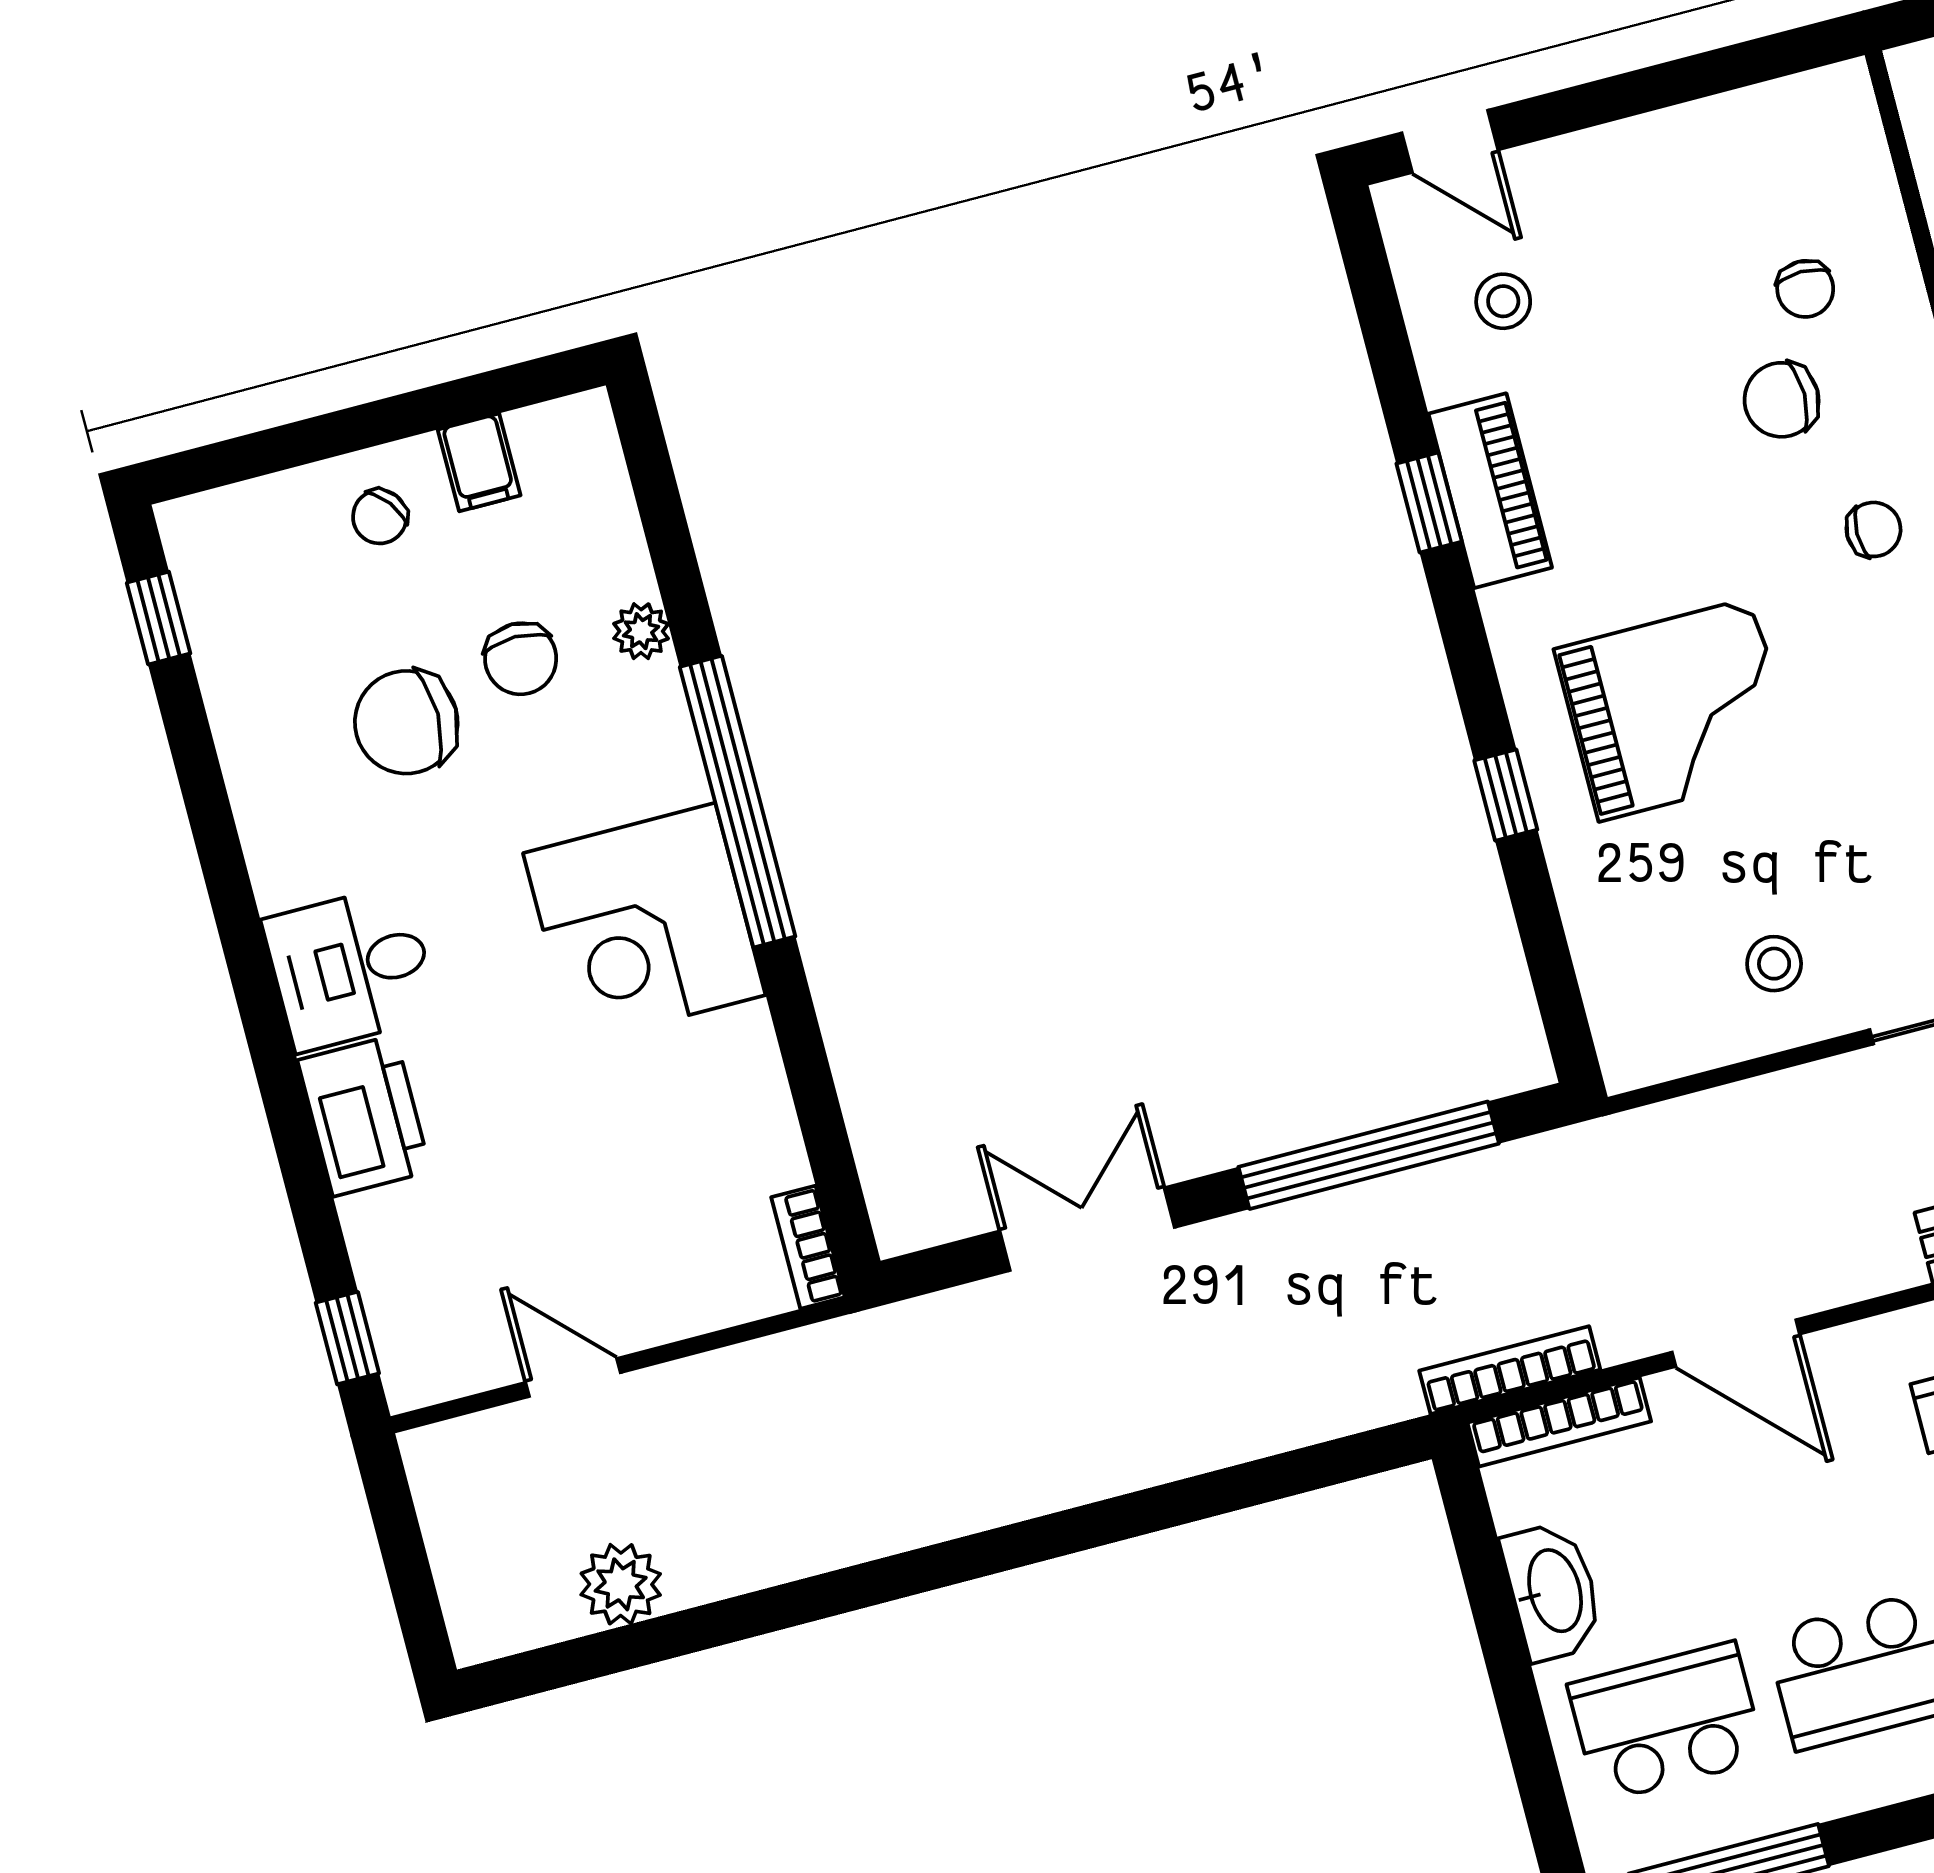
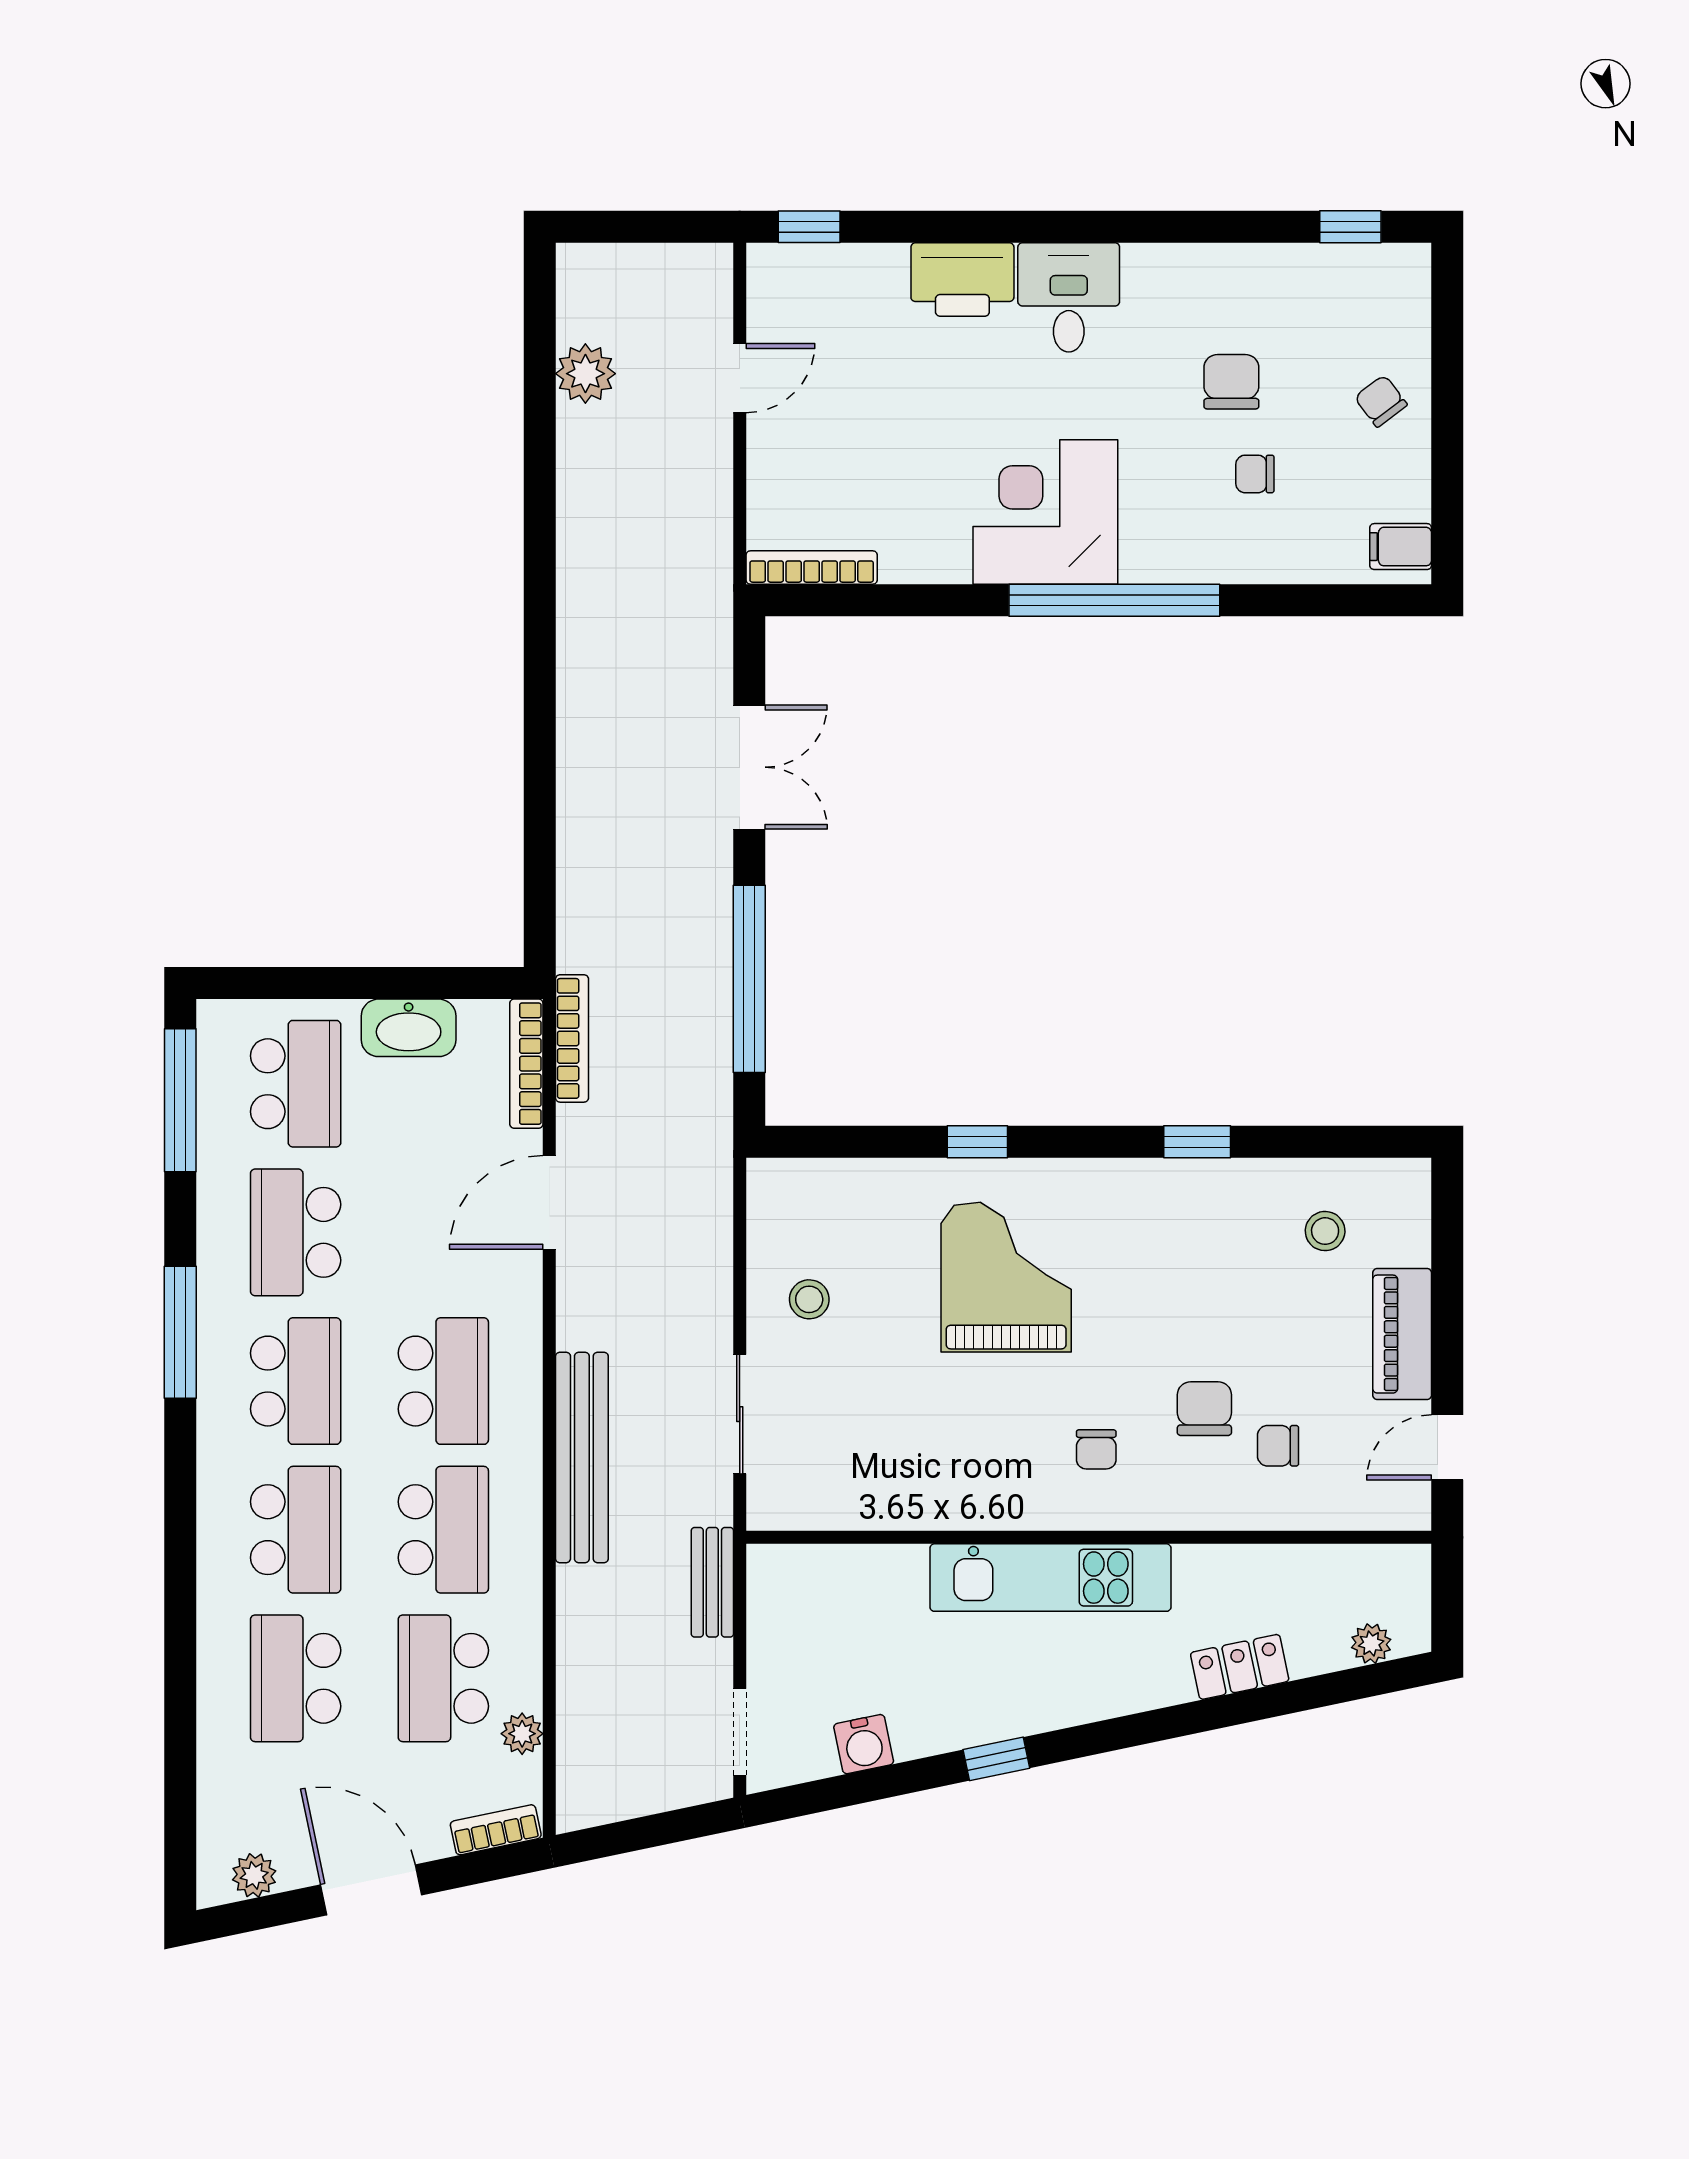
door: (1450, 141) -> (1447, 1447), moved
filing cabinet: (479, 462) -> (1401, 547), moved
piano: (1490, 491) -> (1402, 1334), moved, turned 90
plant: (641, 631) -> (1252, 564), removed
chair: (521, 659) -> (1255, 474), width x0.73, depth x0.73
grand piano: (1676, 709) -> (1006, 1277), turned 180
chair: (406, 722) -> (1231, 382), width x0.73, depth x0.73
bookcase: (808, 1247) -> (812, 567), width x1.56

